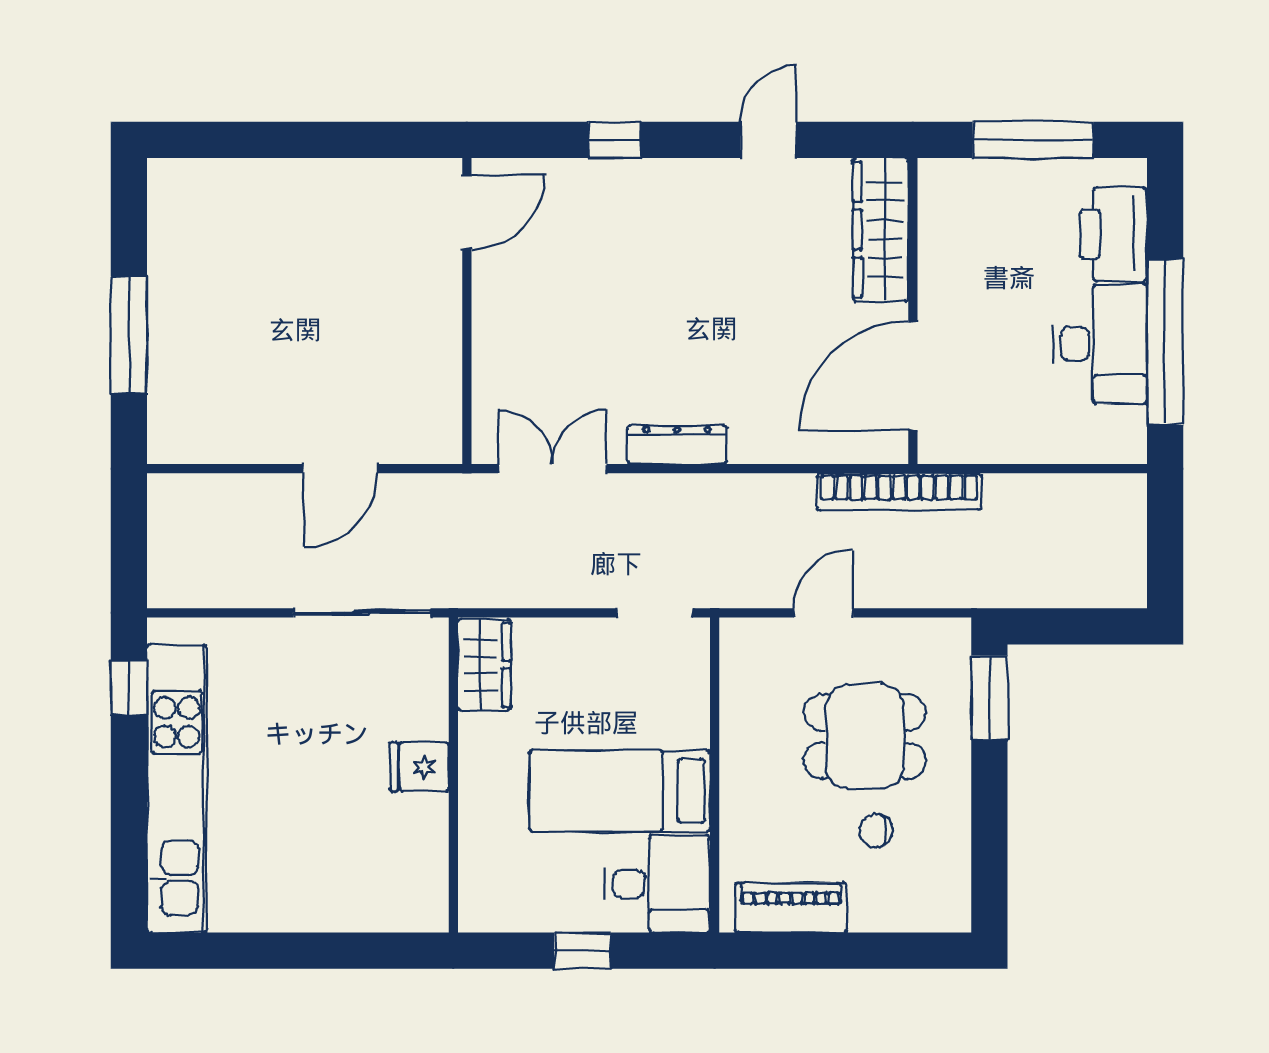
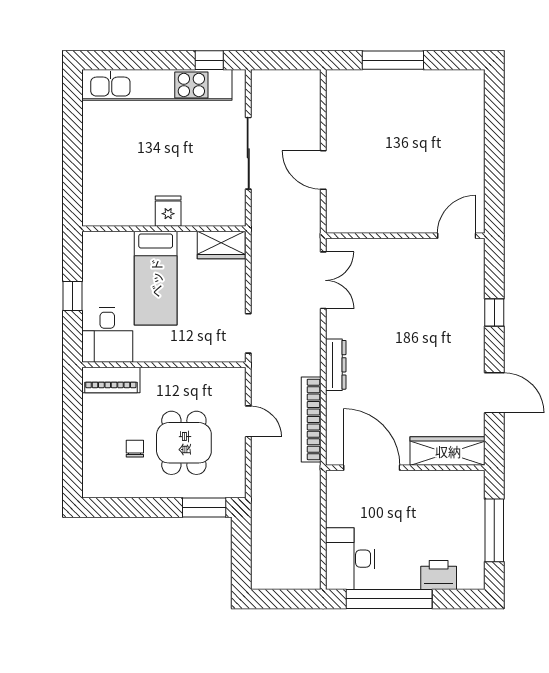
door: (769, 140) -> (494, 393), width x1.38
door: (467, 212) -> (457, 236), swing flipped
printer: (1114, 234) -> (439, 575), width x0.73, depth x0.84
desk: (1100, 344) -> (350, 559), moved, turned 90
dresser: (677, 445) -> (336, 365), moved
bookcase: (899, 492) -> (311, 419), moved
sliding door: (362, 613) -> (248, 153), moved
bed: (620, 791) -> (156, 278), moved, turned 180
piano: (791, 908) -> (111, 380), moved, turned 90

